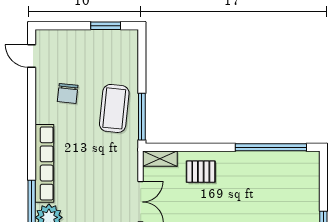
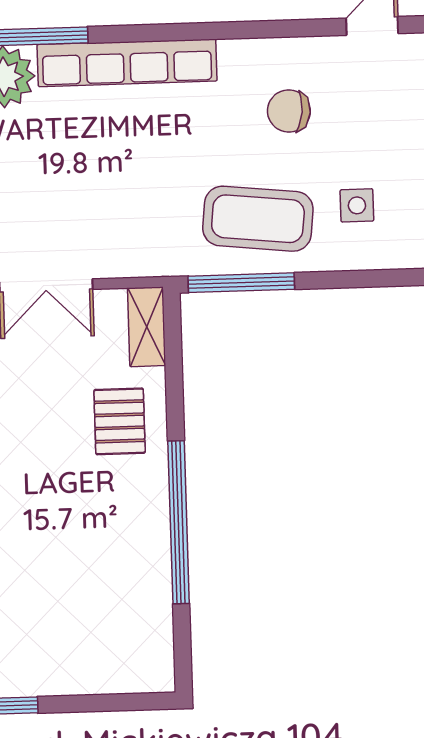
side table: (110, 65) -> (357, 205), added
window: (271, 147) -> (179, 522), moved

